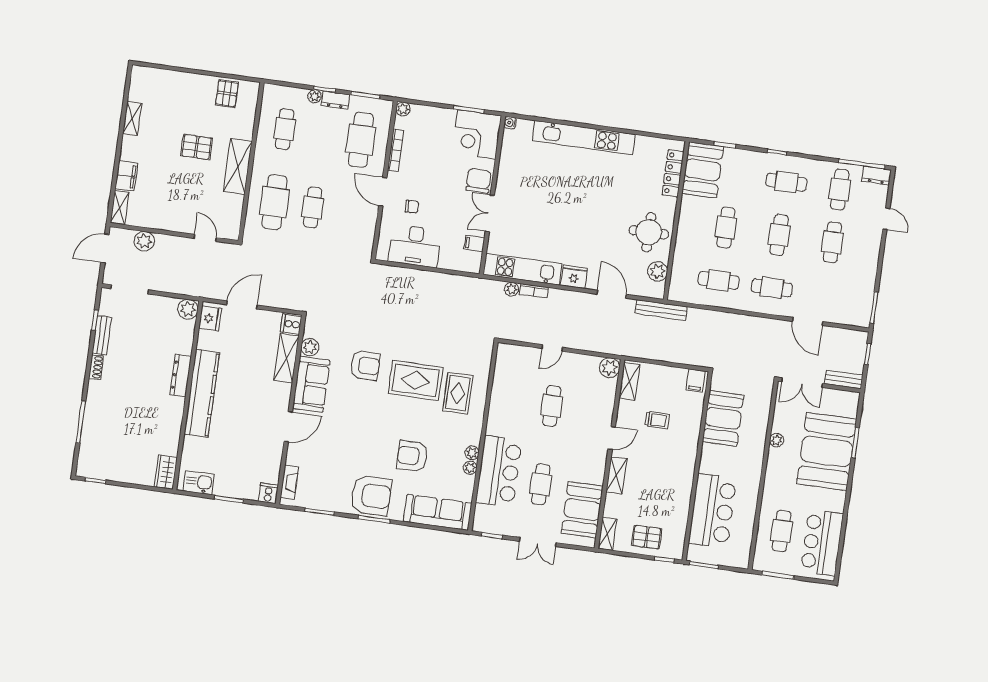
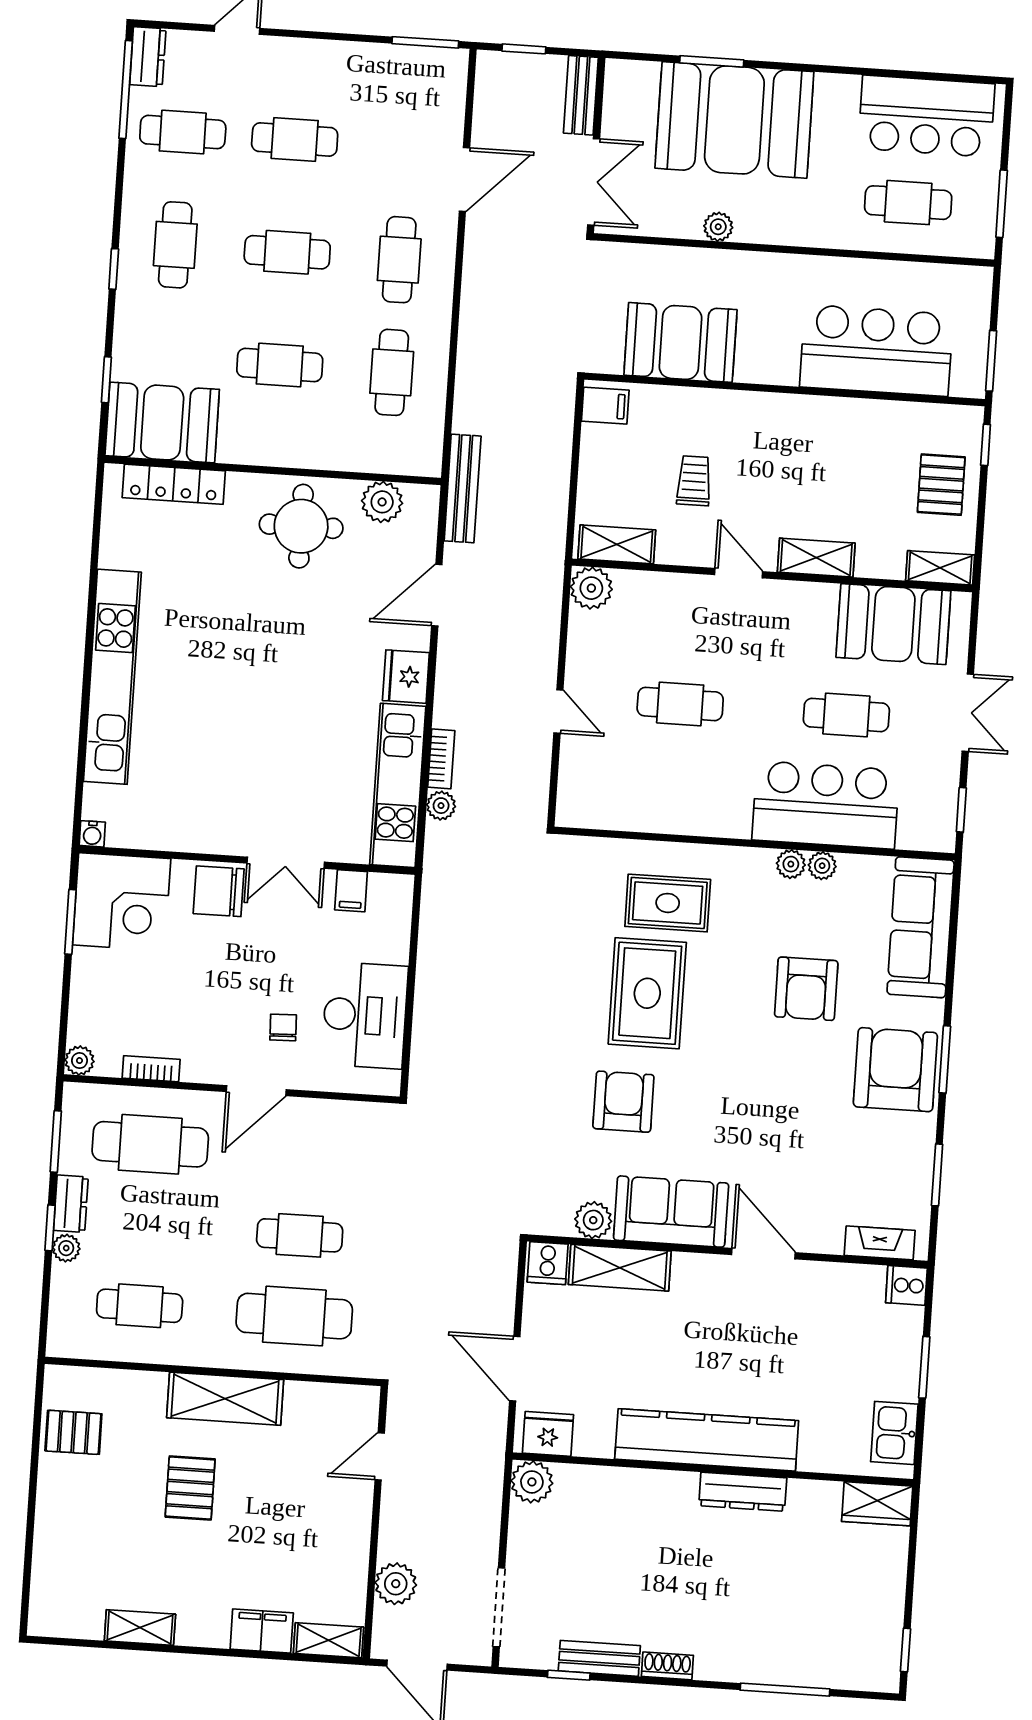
bookcase: (396, 150) -> (151, 1069), width x0.64
dresser: (181, 376) -> (743, 1492), moved

